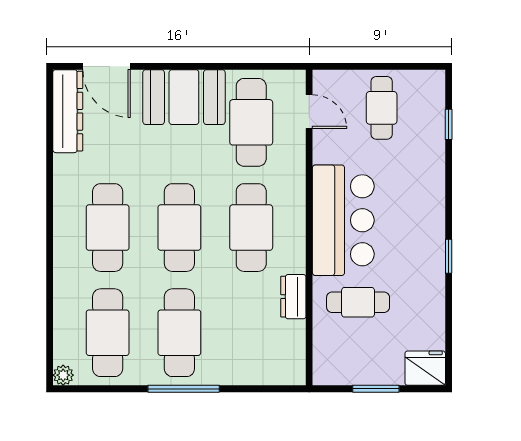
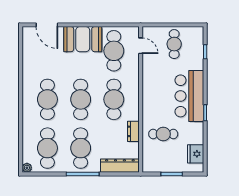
dresser: (68, 111) -> (120, 166), moved, turned -90
bar counter: (343, 220) -> (189, 96), moved, turned 180
fridge: (425, 368) -> (196, 154), moved, turned -90

